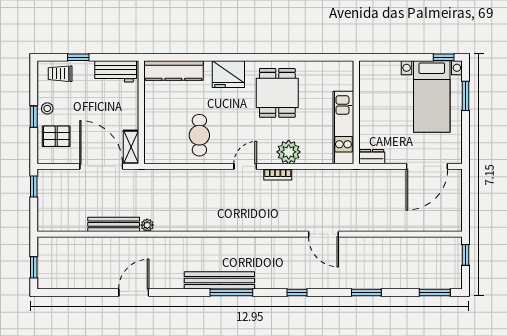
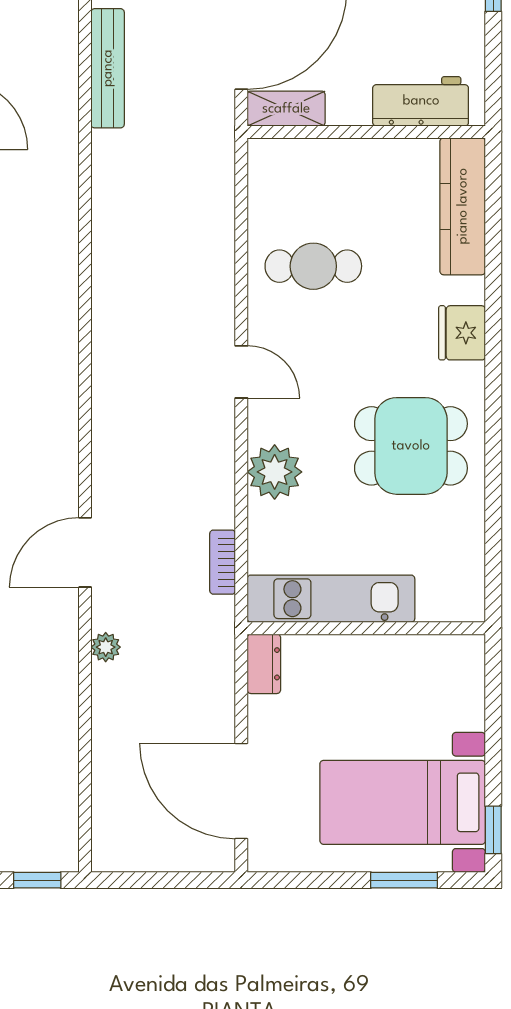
workbench: (116, 71) -> (421, 101), moved, turned 90
fridge: (228, 74) -> (462, 333), width x0.73, depth x0.75
bookcase: (278, 175) -> (223, 562), moved
plant: (147, 225) -> (106, 647), moved

